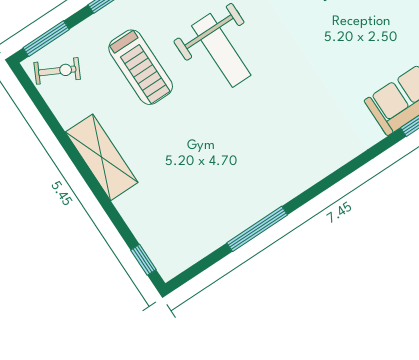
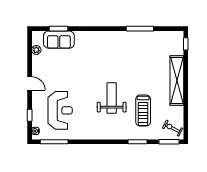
treadmill: (141, 67) -> (143, 111), turned 180
shelving: (102, 157) -> (177, 81), width x1.47

